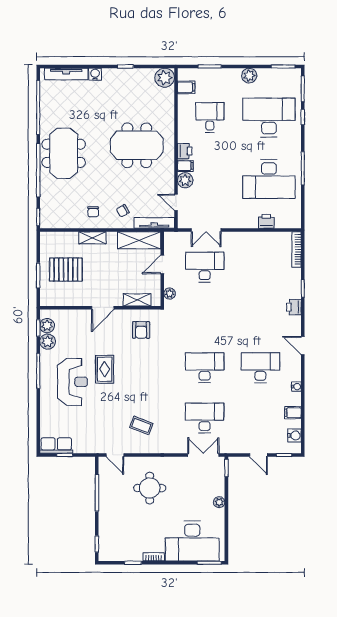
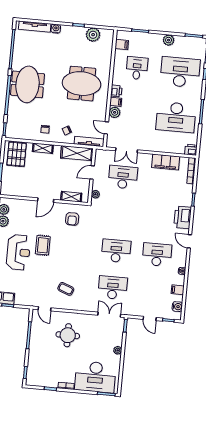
plant: (165, 78) -> (93, 35), moved
printer: (266, 221) -> (191, 150), moved
filing cabinet: (261, 241) -> (166, 162), added
pallet: (66, 270) -> (17, 154), moved, turned 90
printer: (294, 307) -> (183, 217), width x1.87, depth x1.48

